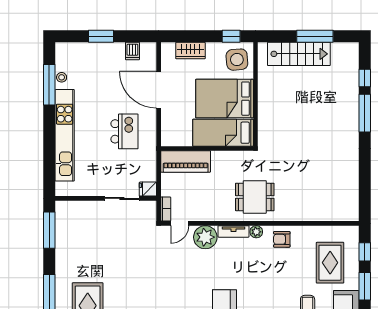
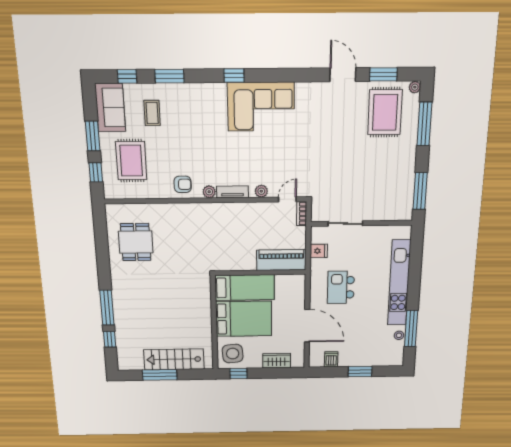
fridge: (148, 189) -> (319, 251), moved
dining table: (255, 197) -> (136, 242), moved, turned 90
plant: (205, 237) -> (261, 191), width x0.53, depth x0.53

